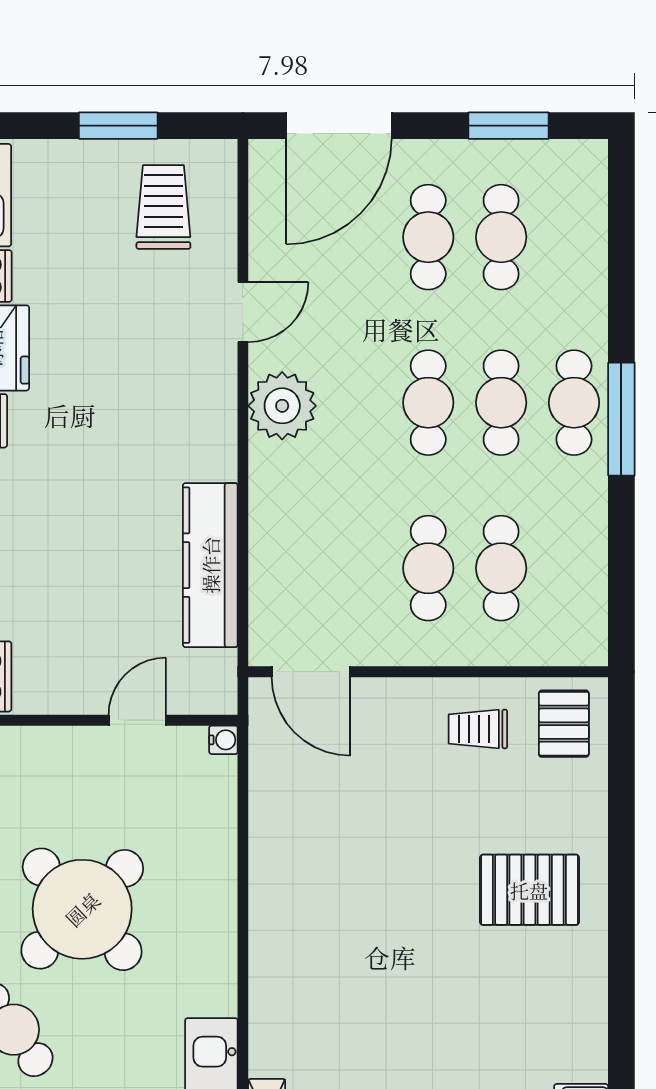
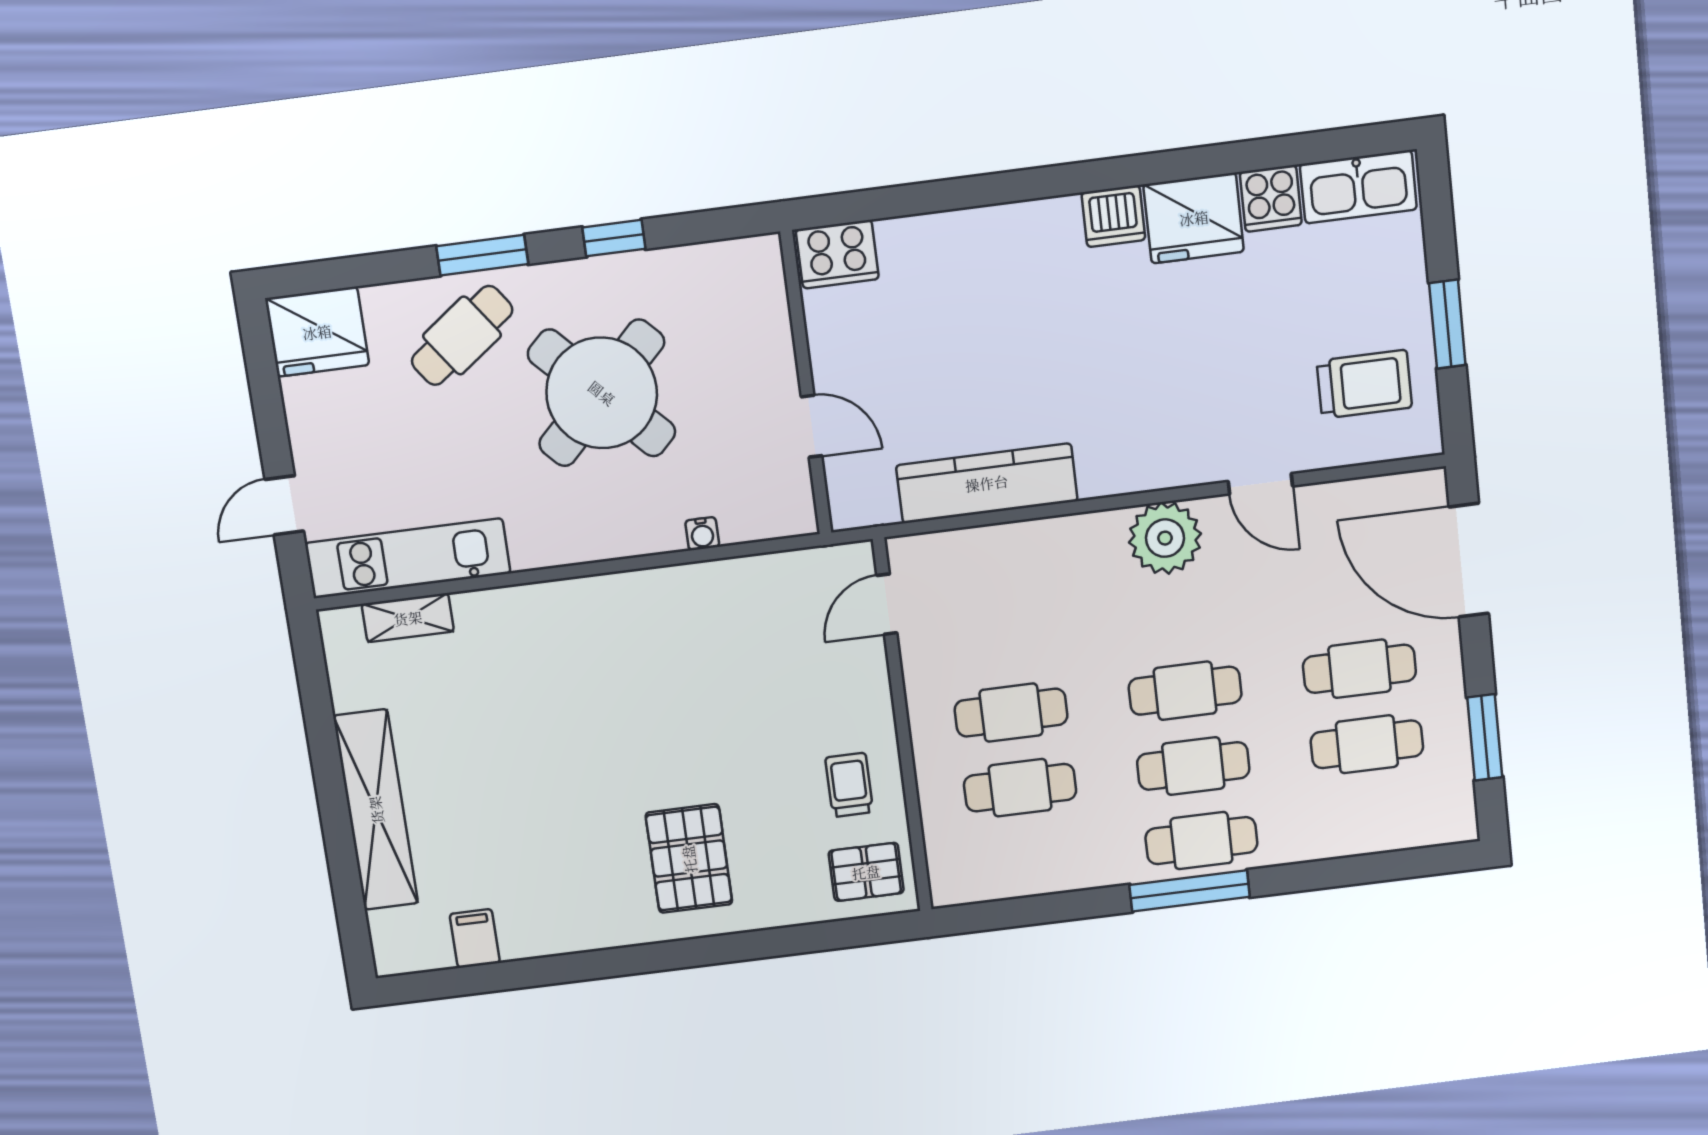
door: (311, 672) -> (887, 604), width x0.73
water cooler: (223, 740) -> (702, 534), moved

